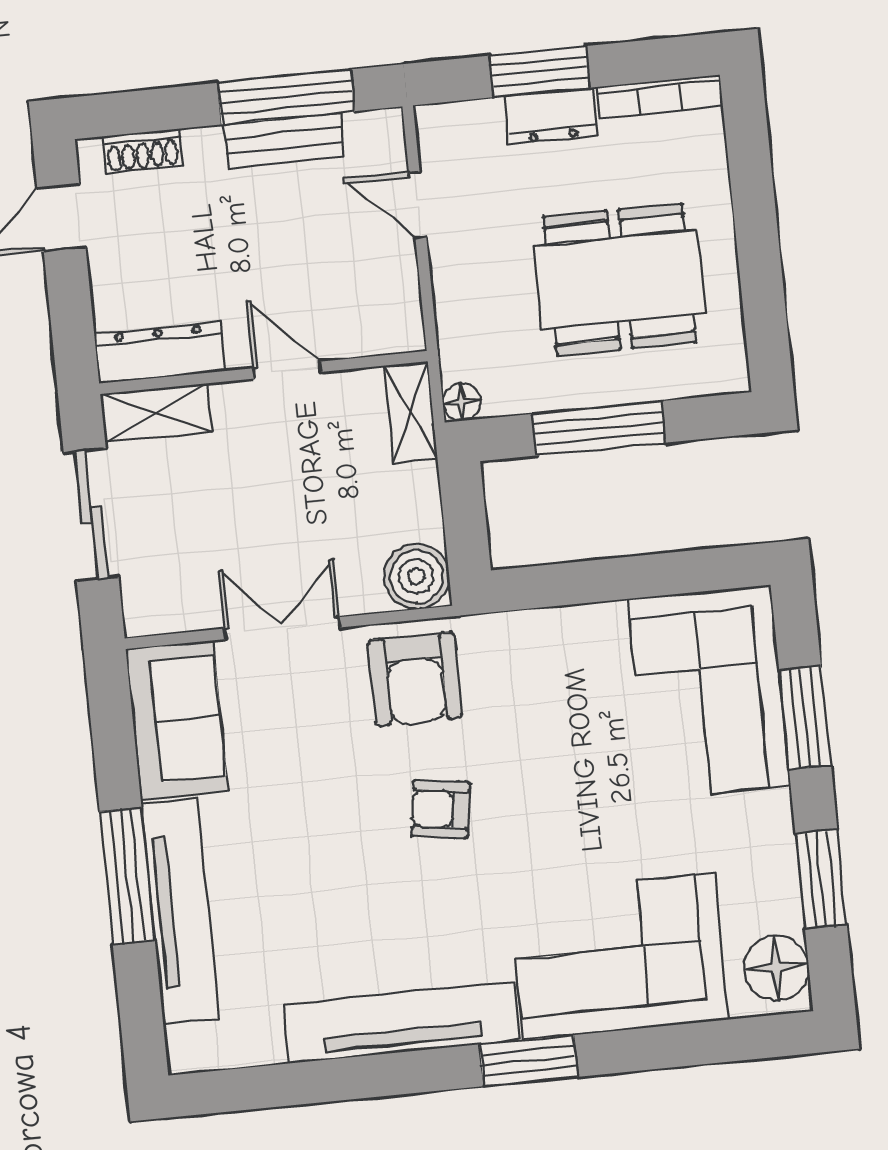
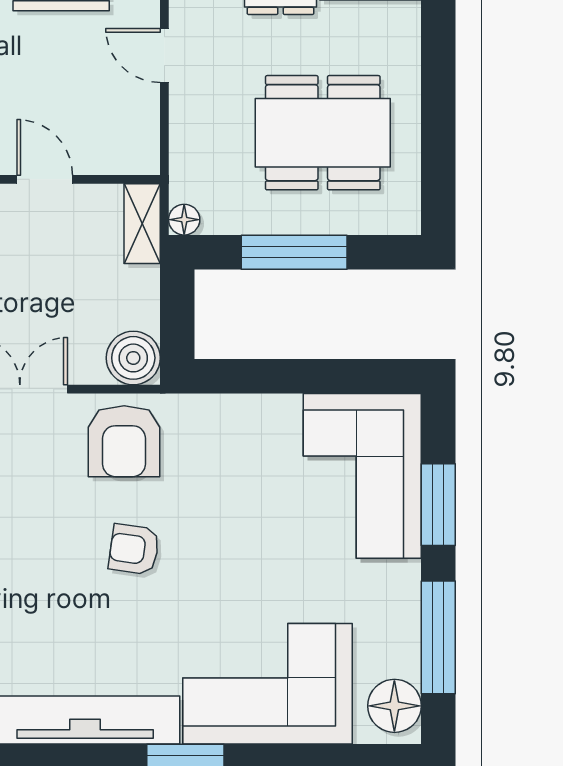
window: (821, 879) -> (438, 637), width x1.44

